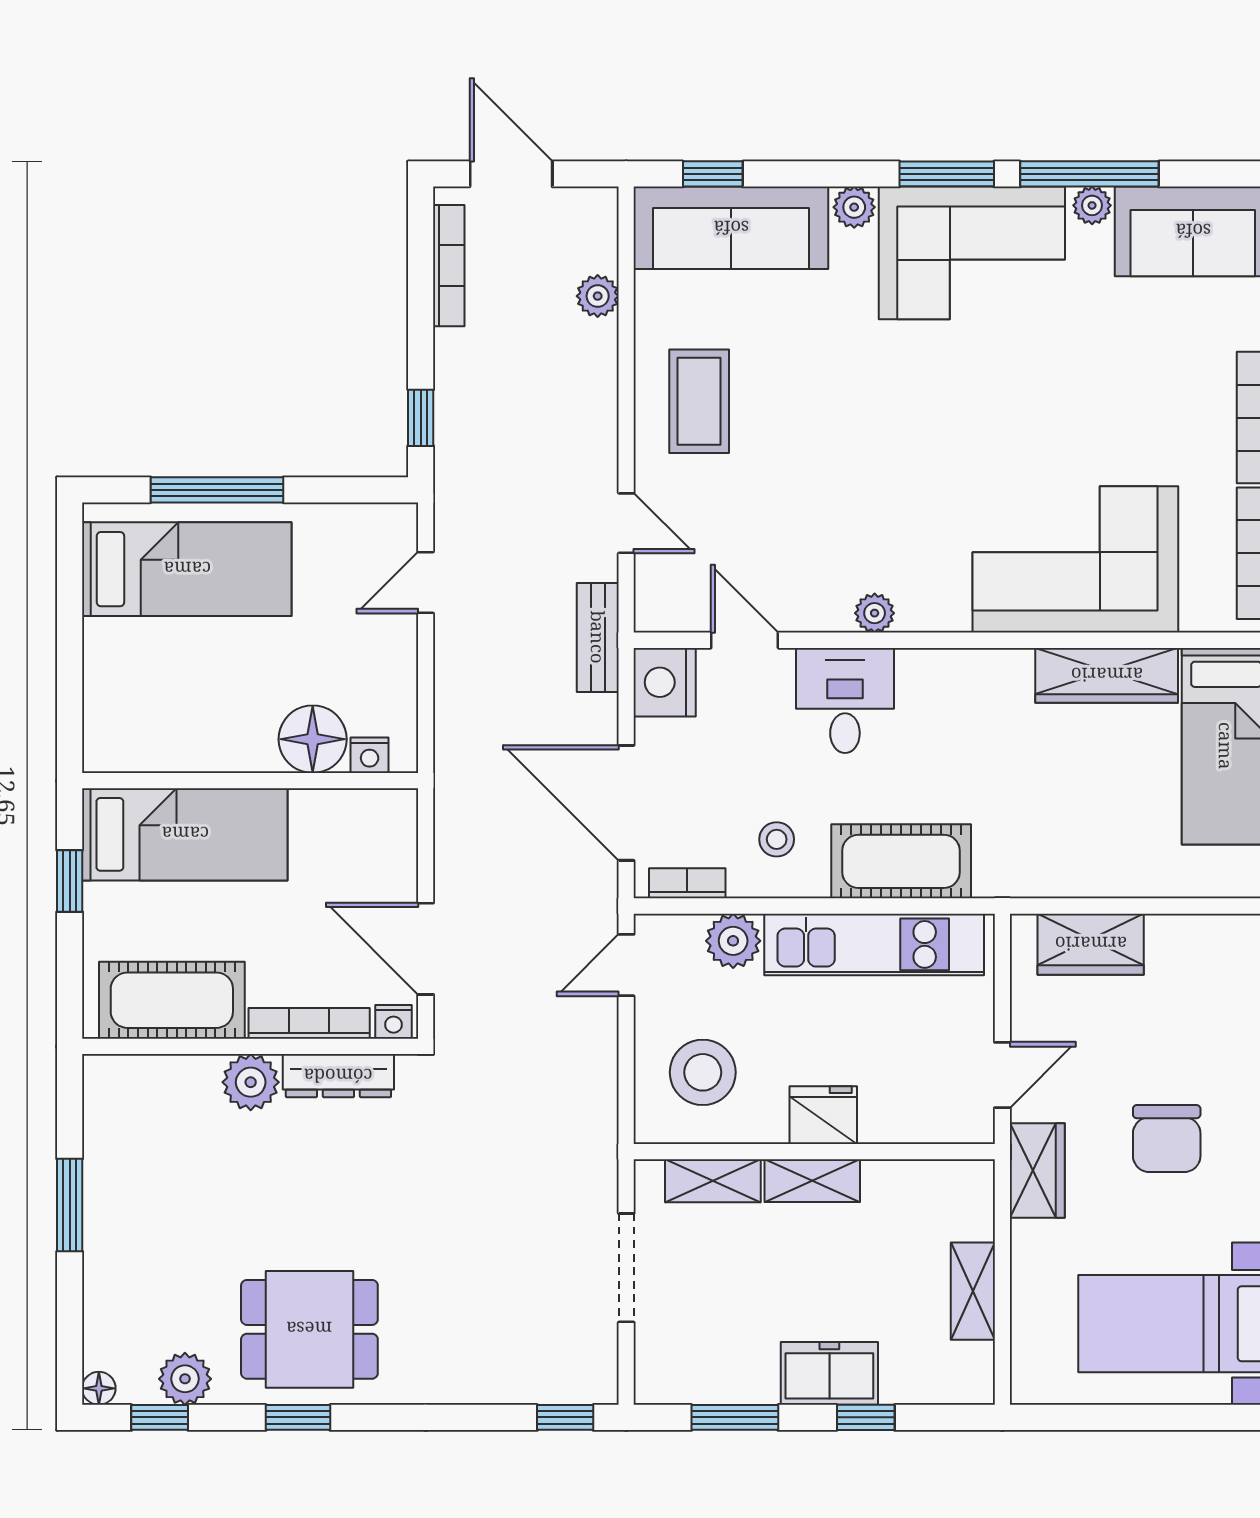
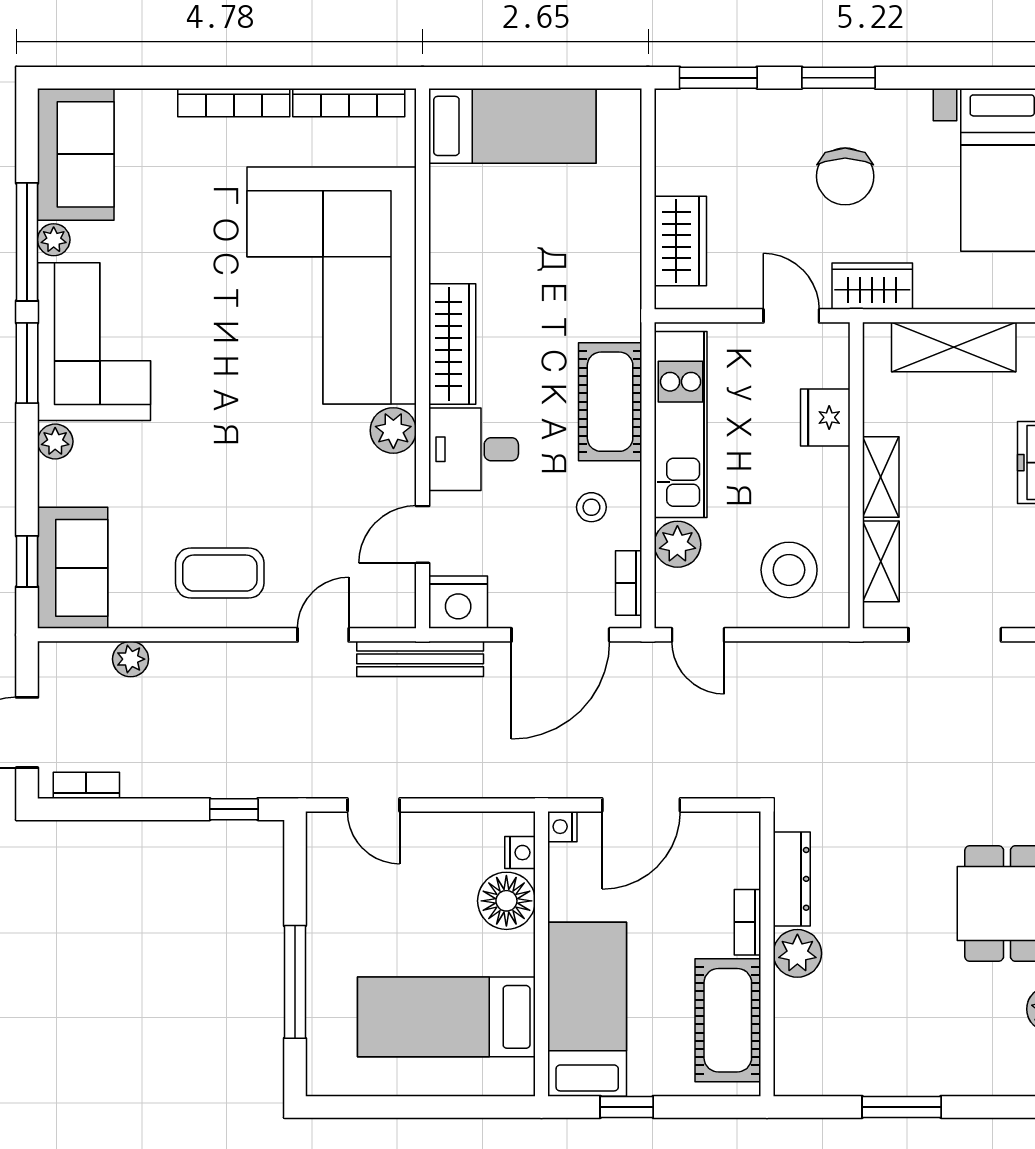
sofa: (731, 228) -> (73, 568), width x0.73
bookcase: (449, 266) -> (86, 785), width x0.64
corner sofa: (1075, 559) -> (332, 285), width x1.36, depth x1.36
bed: (187, 569) -> (446, 1017), moved, turned -90
plant: (875, 613) -> (393, 430), width x1.38, depth x1.38
bench: (598, 637) -> (420, 659), width x1.36
wardrobe: (1107, 675) -> (452, 344), moved
door: (426, 949) -> (641, 805), moved
nightstand: (394, 1022) -> (562, 827), moved, turned 180
bookcase: (309, 1023) -> (747, 922), width x0.64
fridge: (823, 1115) -> (825, 417), moved
chair: (1167, 1139) -> (845, 176), turned 90
shelving: (973, 1291) -> (954, 347), width x1.50, depth x1.33

